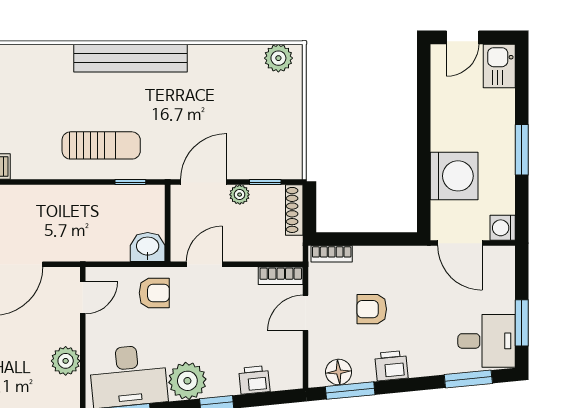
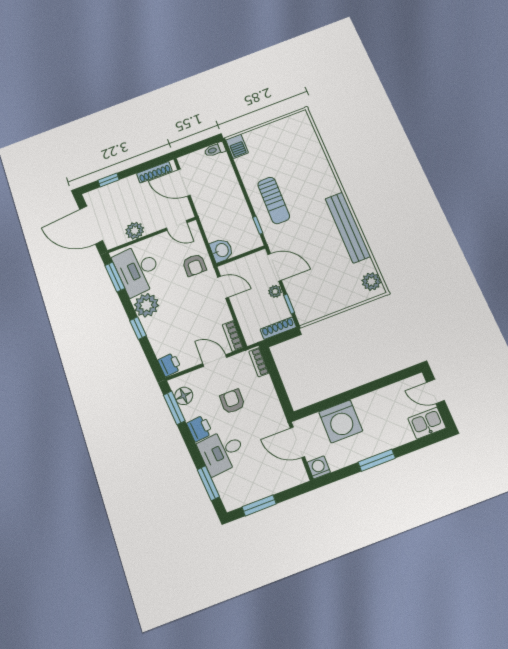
bench: (130, 58) -> (348, 227), moved
door: (460, 243) -> (297, 442), hinge flipped
desk: (487, 341) -> (222, 452), moved, turned 84
printer: (254, 380) -> (170, 365), moved

